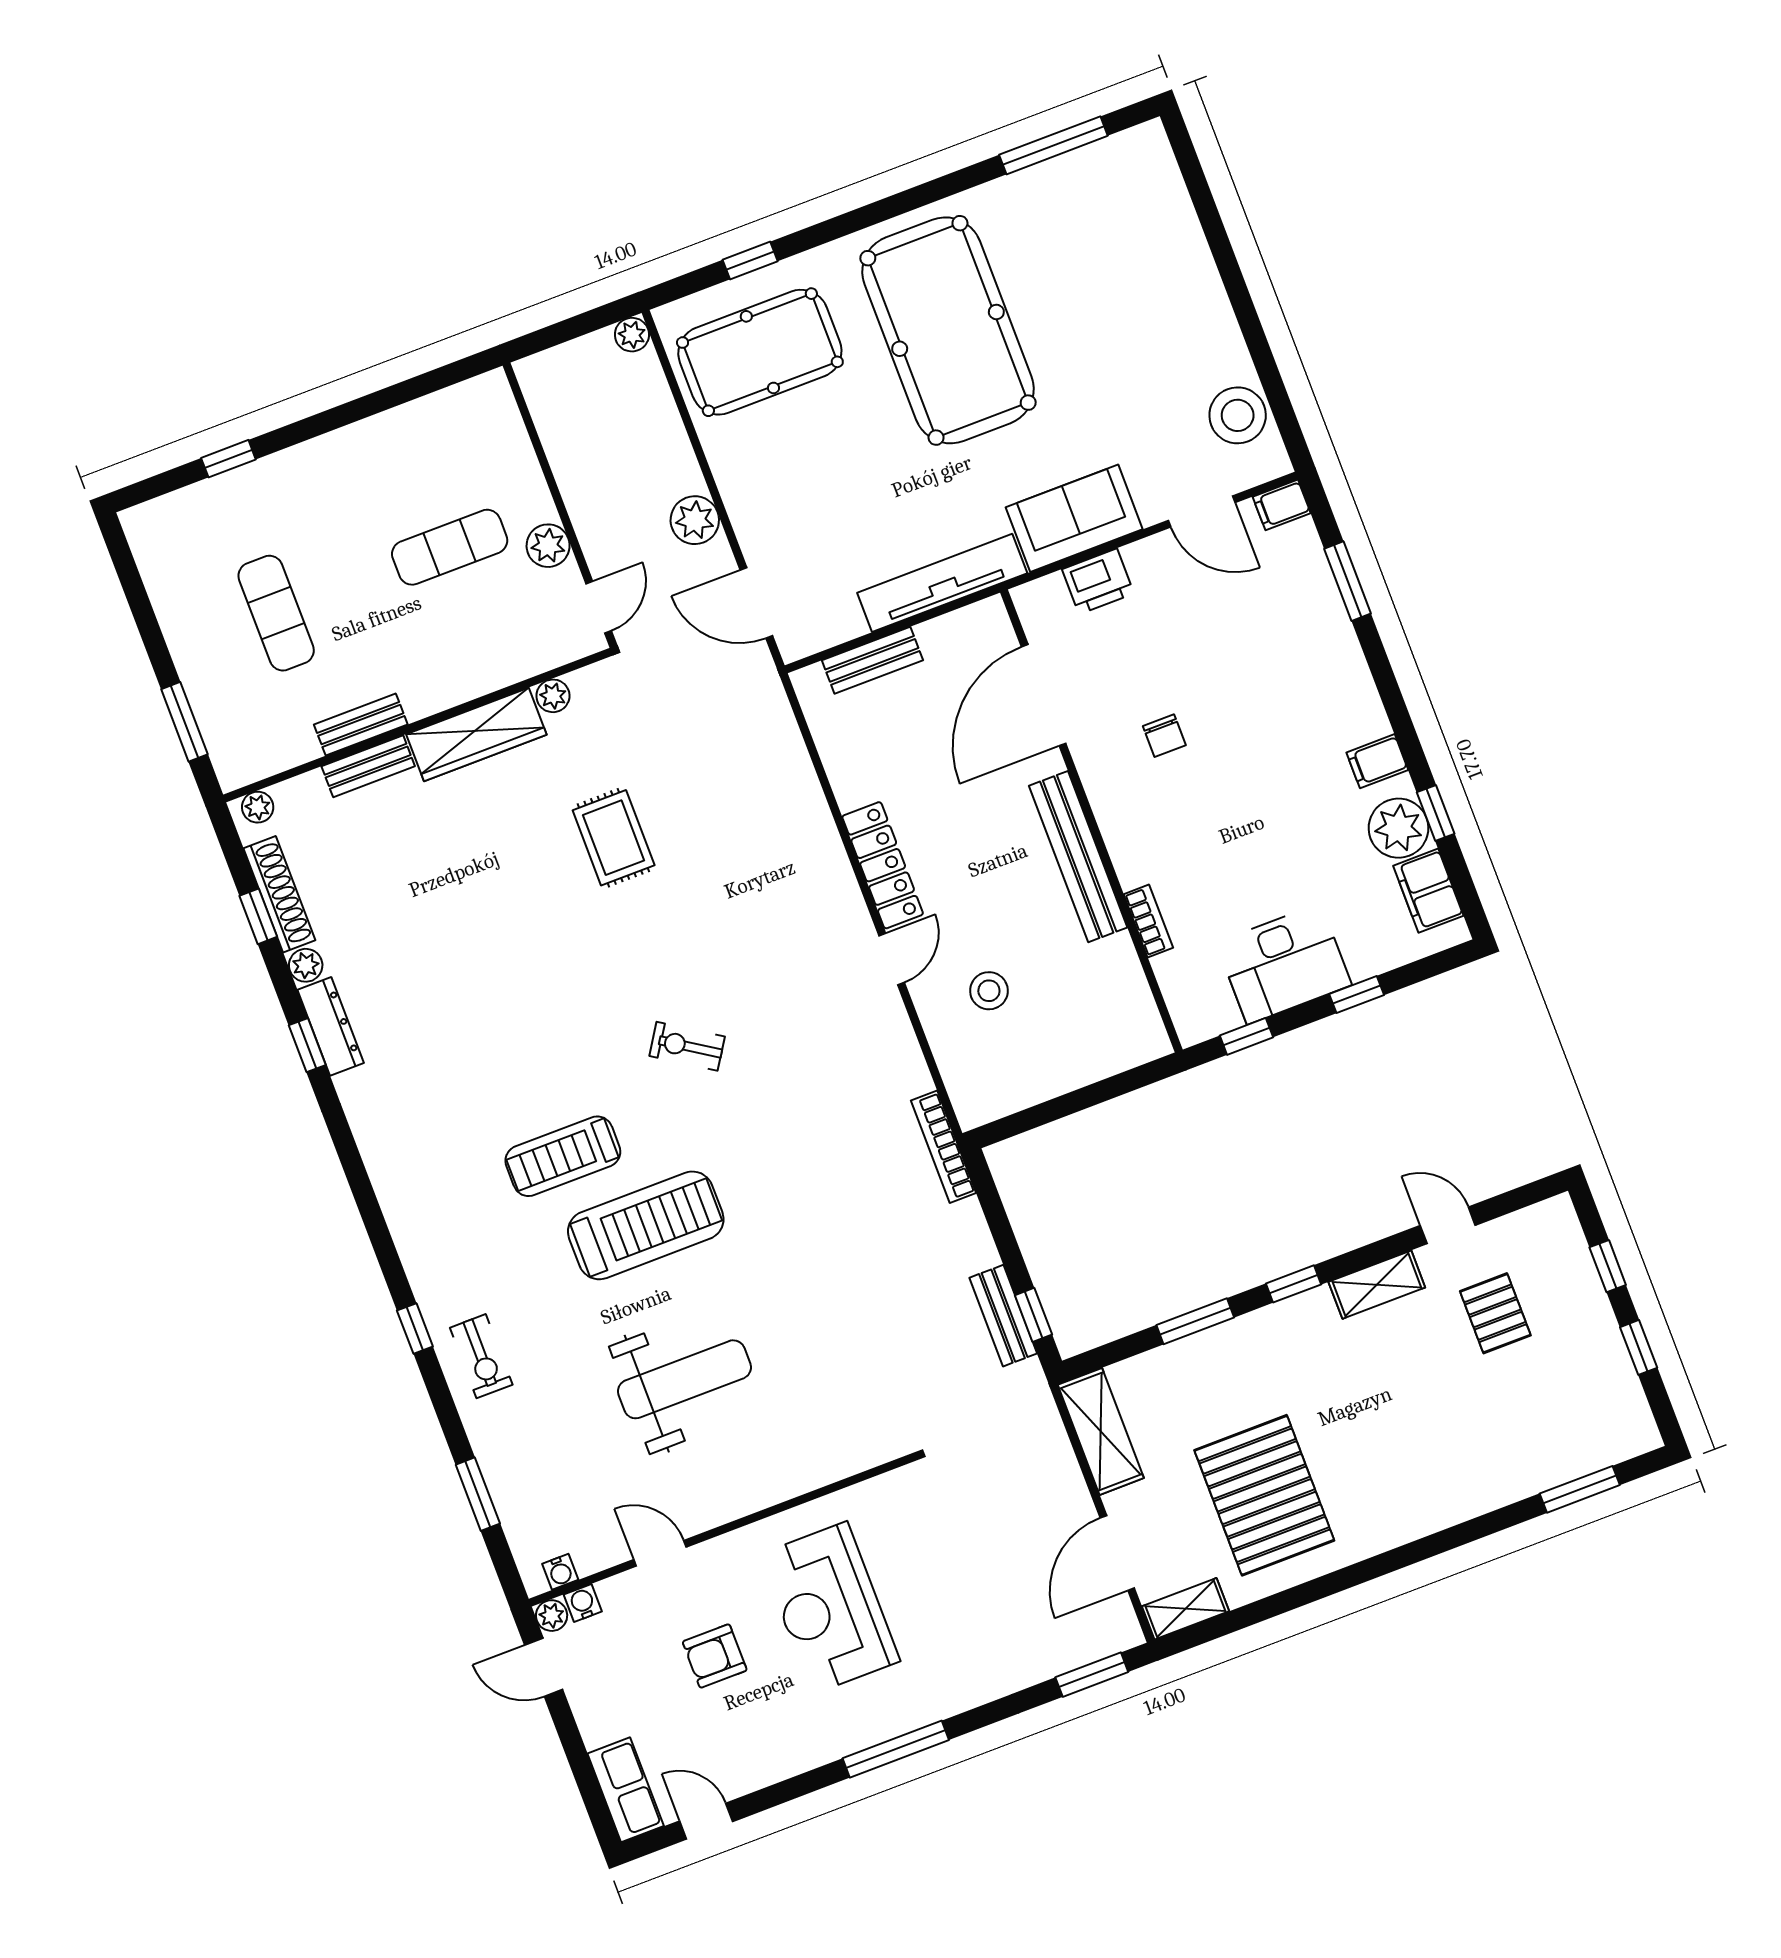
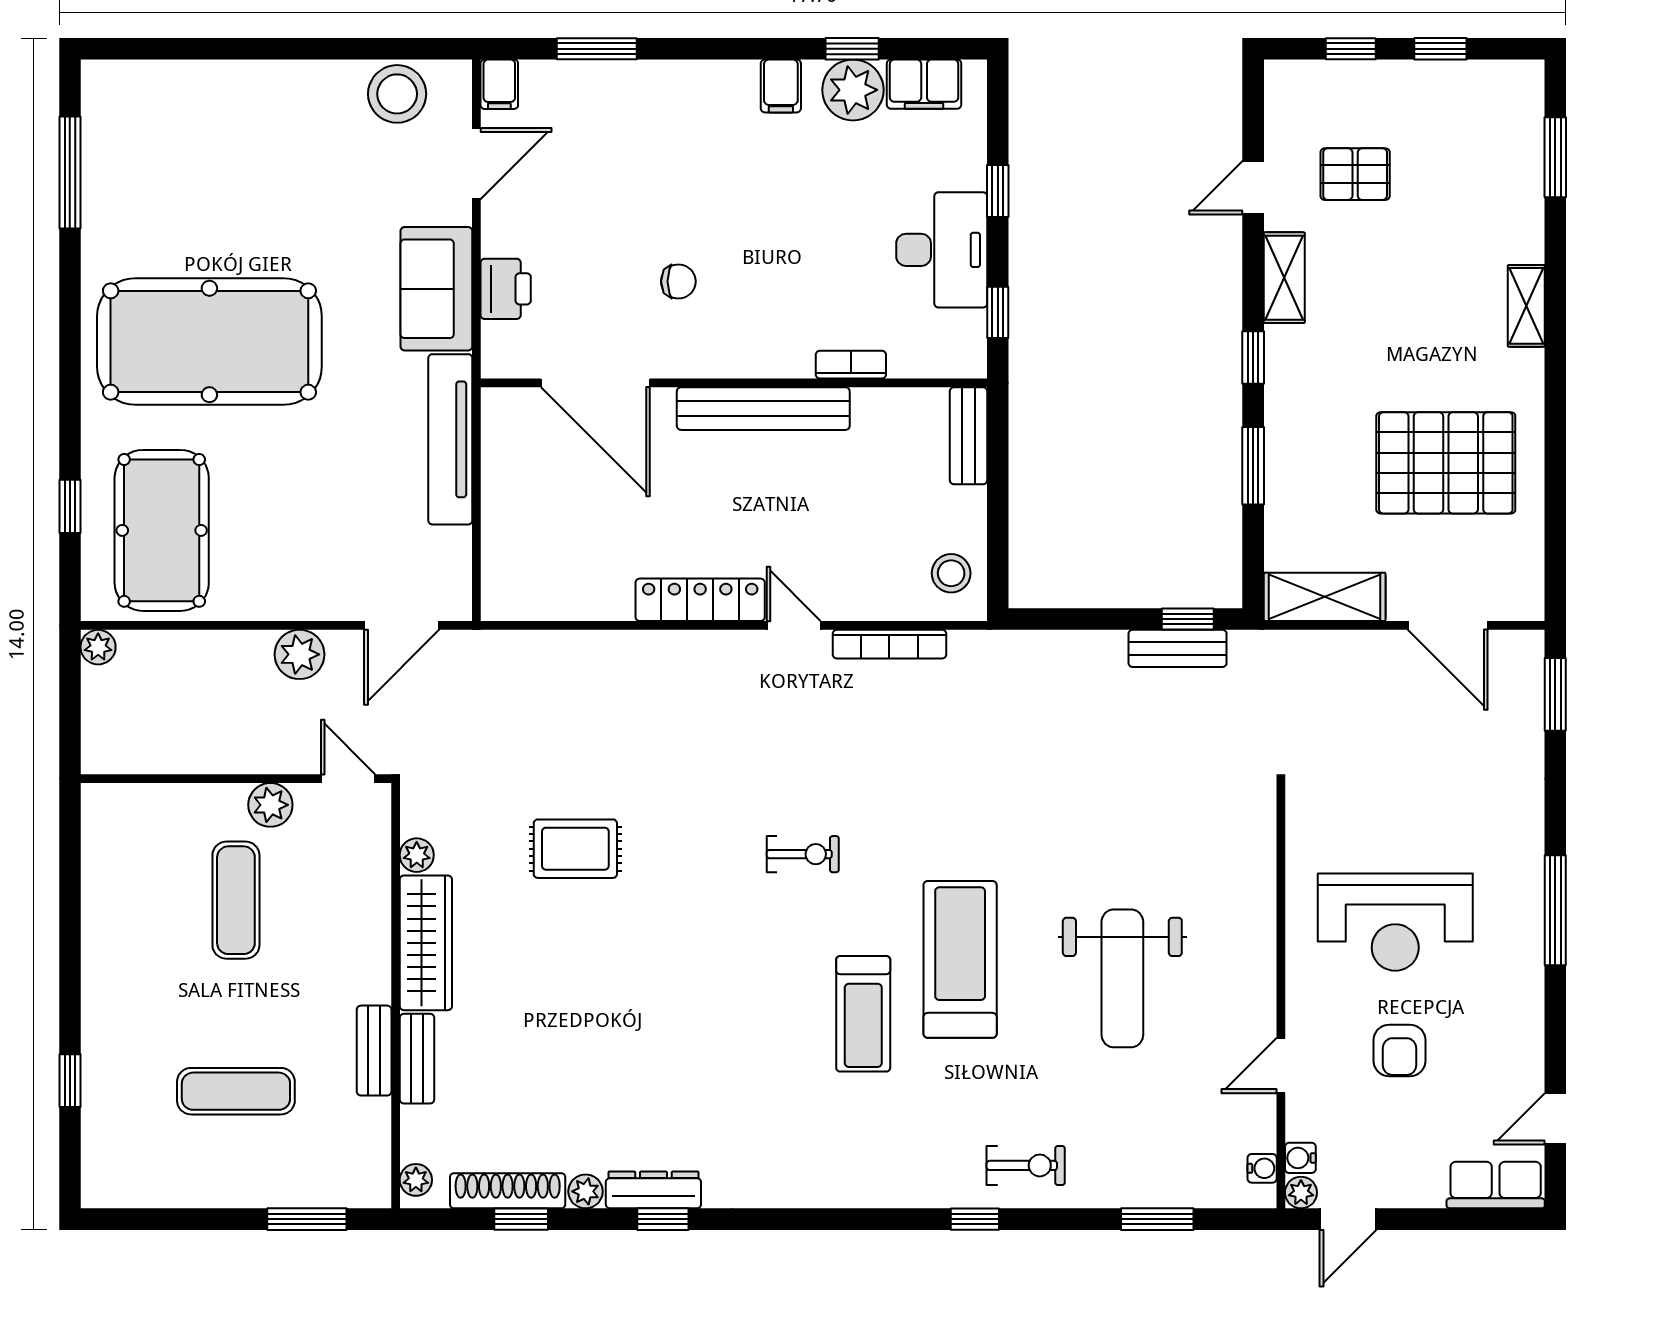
bench: (872, 660) -> (969, 436), moved
stool: (989, 991) -> (951, 573), moved
exercise bike: (687, 1046) -> (803, 854), turned -123
bookcase: (944, 1147) -> (889, 644), moved
weight bench: (684, 1379) -> (1122, 978), turned 180
shelving: (1185, 1609) -> (1526, 306), moved

